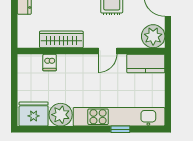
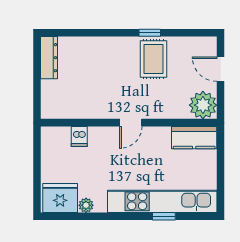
wardrobe: (61, 39) -> (93, 109), removed
door: (108, 51) -> (131, 123), moved
plant: (61, 115) -> (86, 205), width x0.53, depth x0.53

